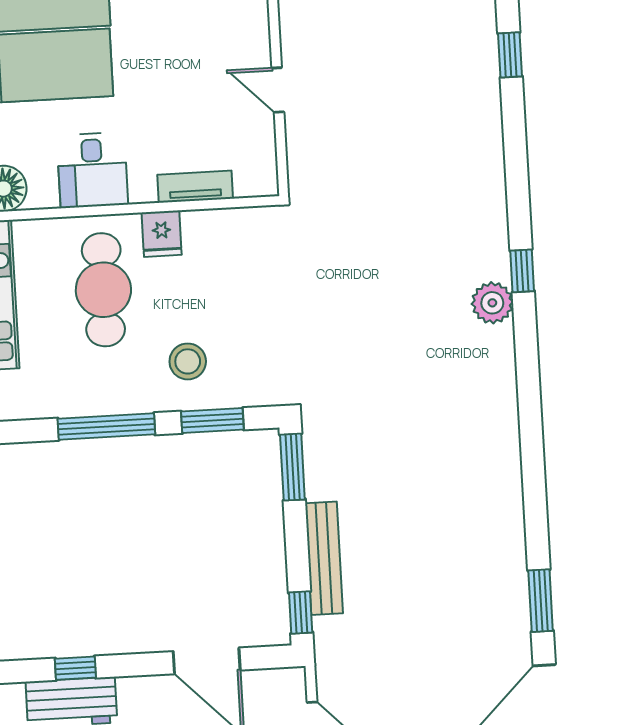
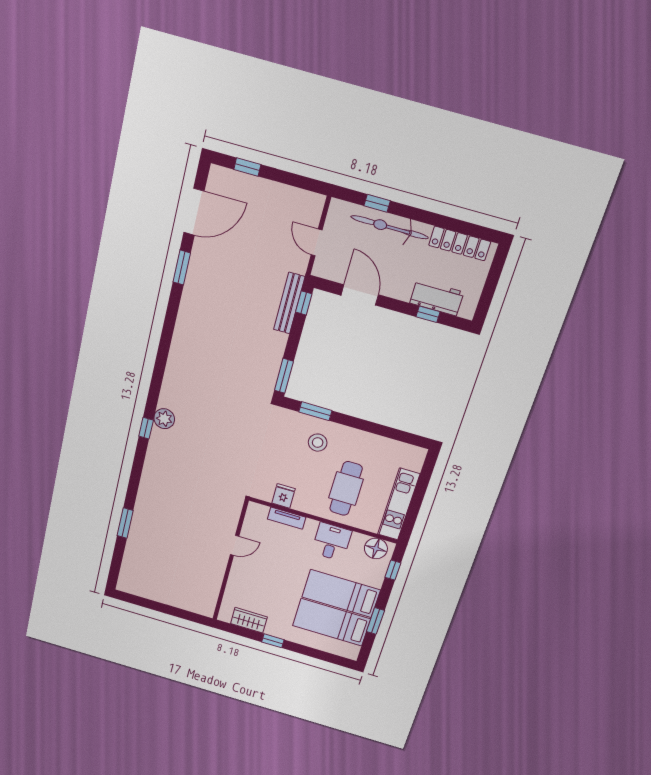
window: (510, 55) -> (125, 523), width x1.50
door: (278, 90) -> (235, 545), hinge flipped
fridge: (162, 234) -> (283, 496), moved
window: (106, 426) -> (368, 426), removed
bench: (324, 558) -> (289, 303), moved

